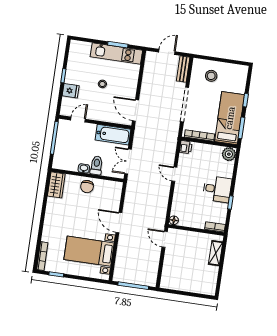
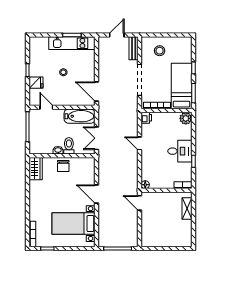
door: (78, 120) -> (46, 107), hinge flipped

